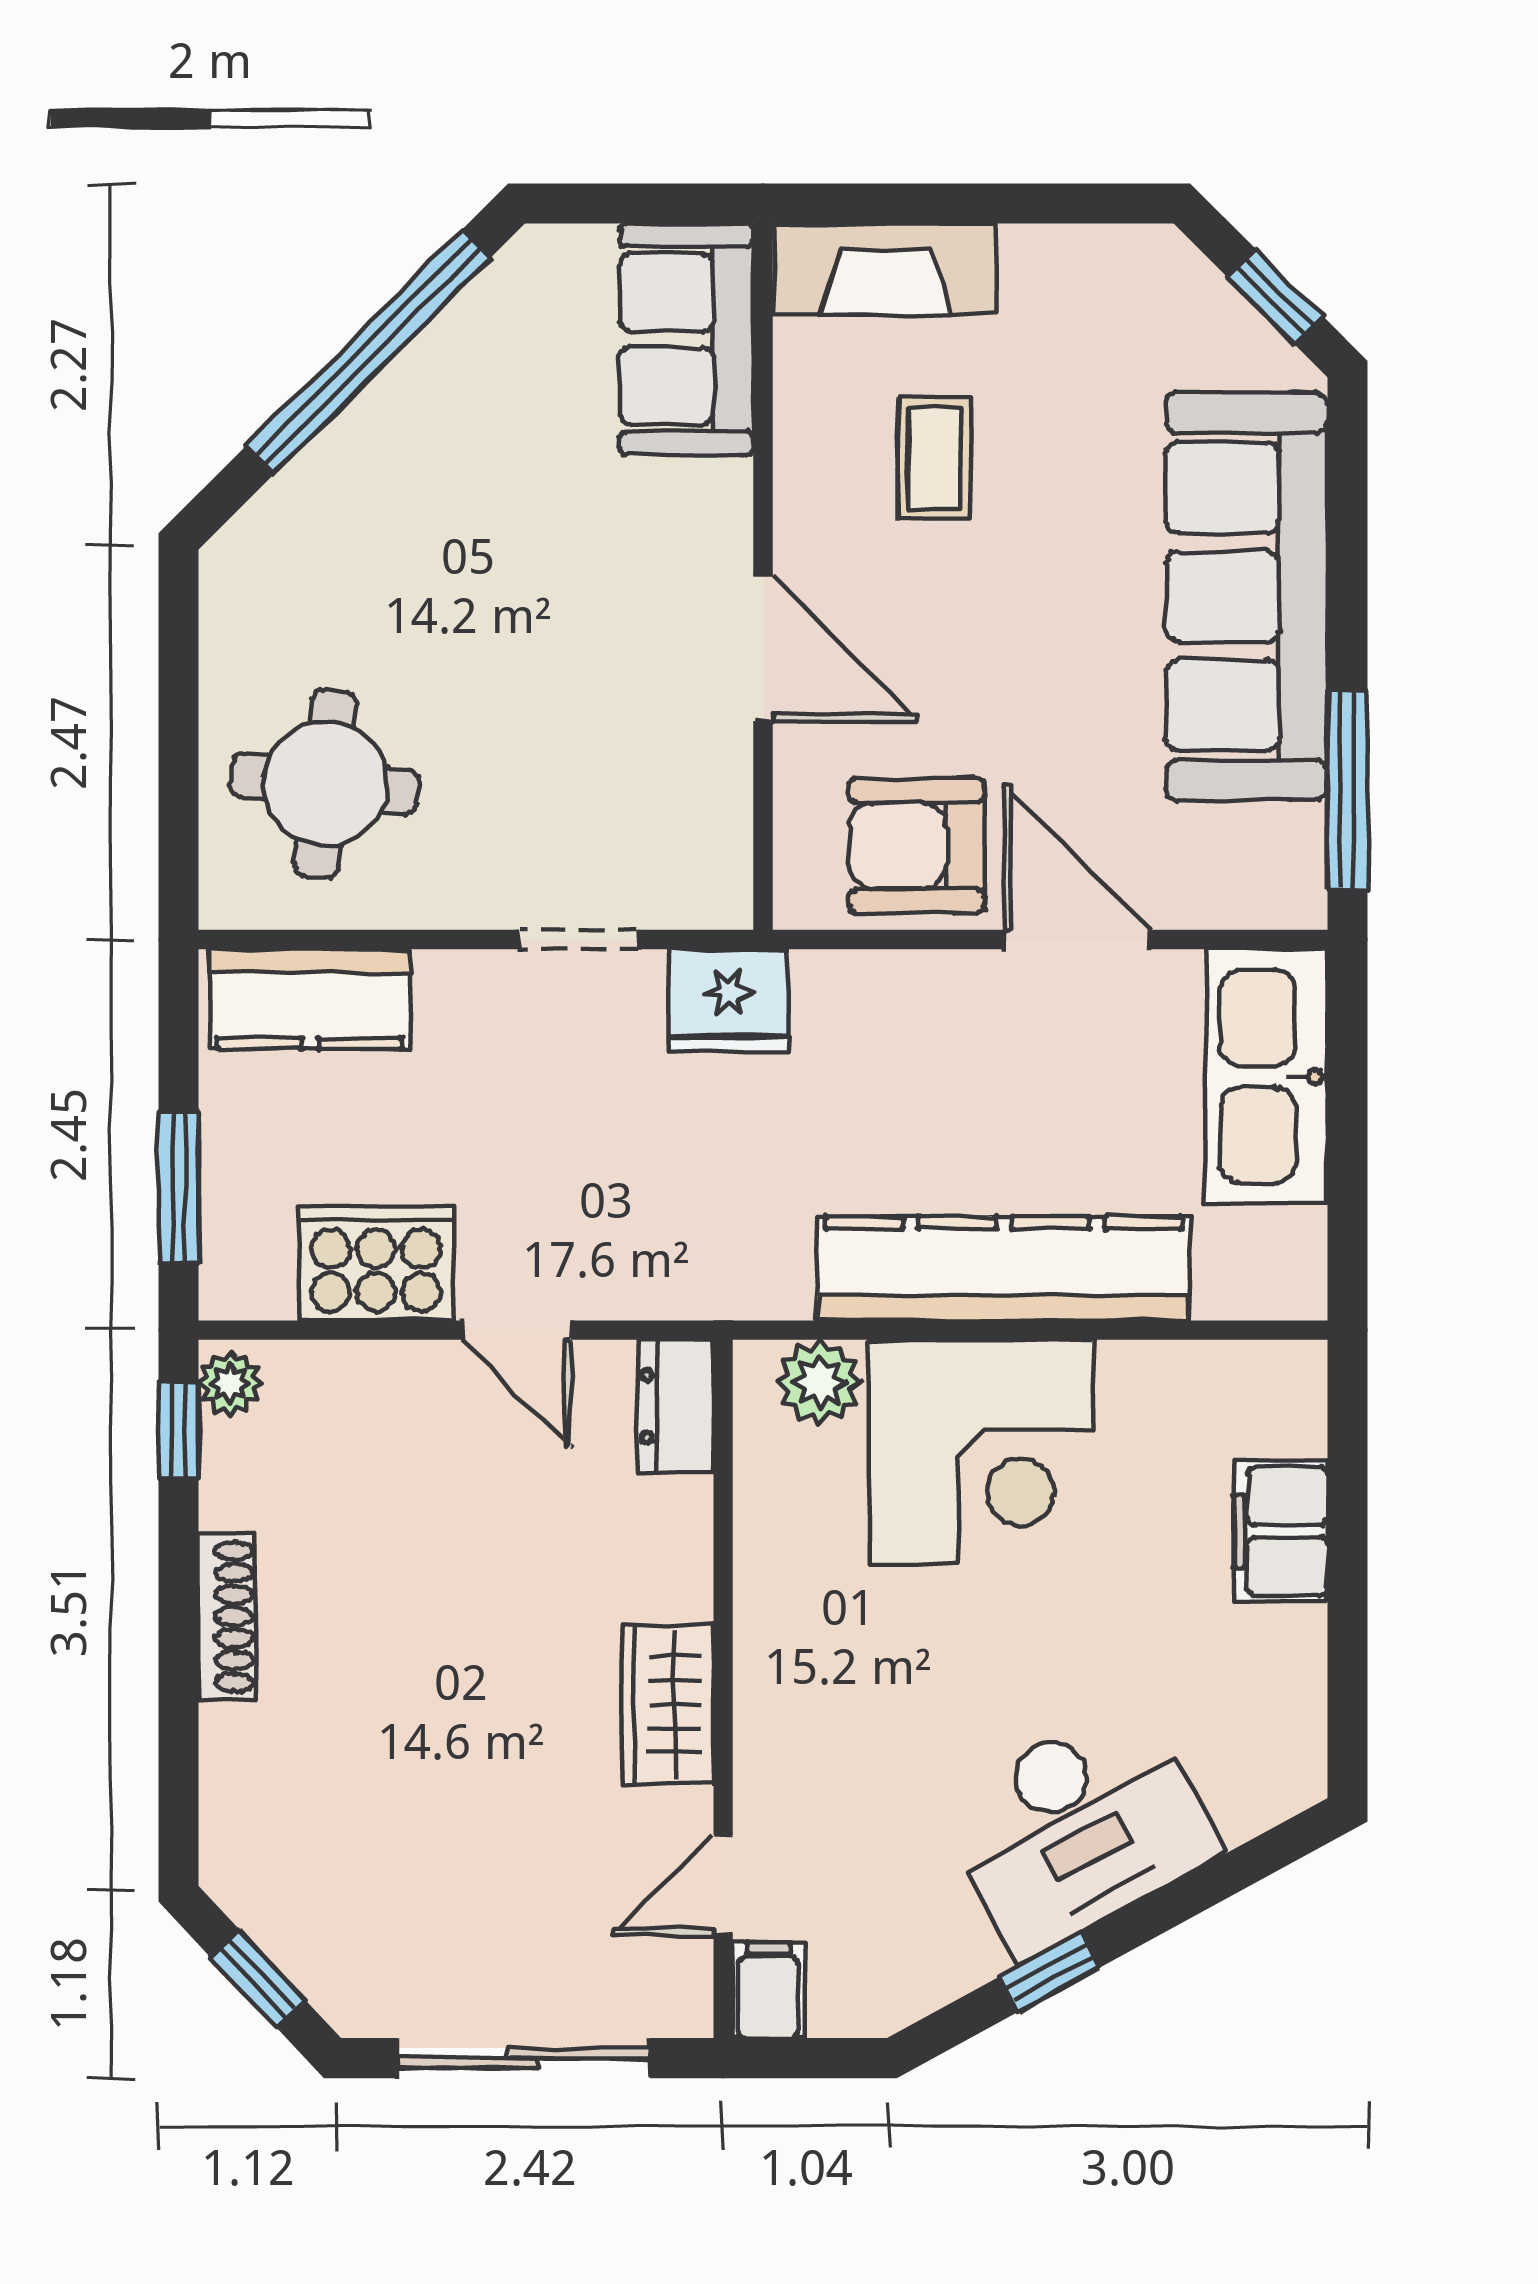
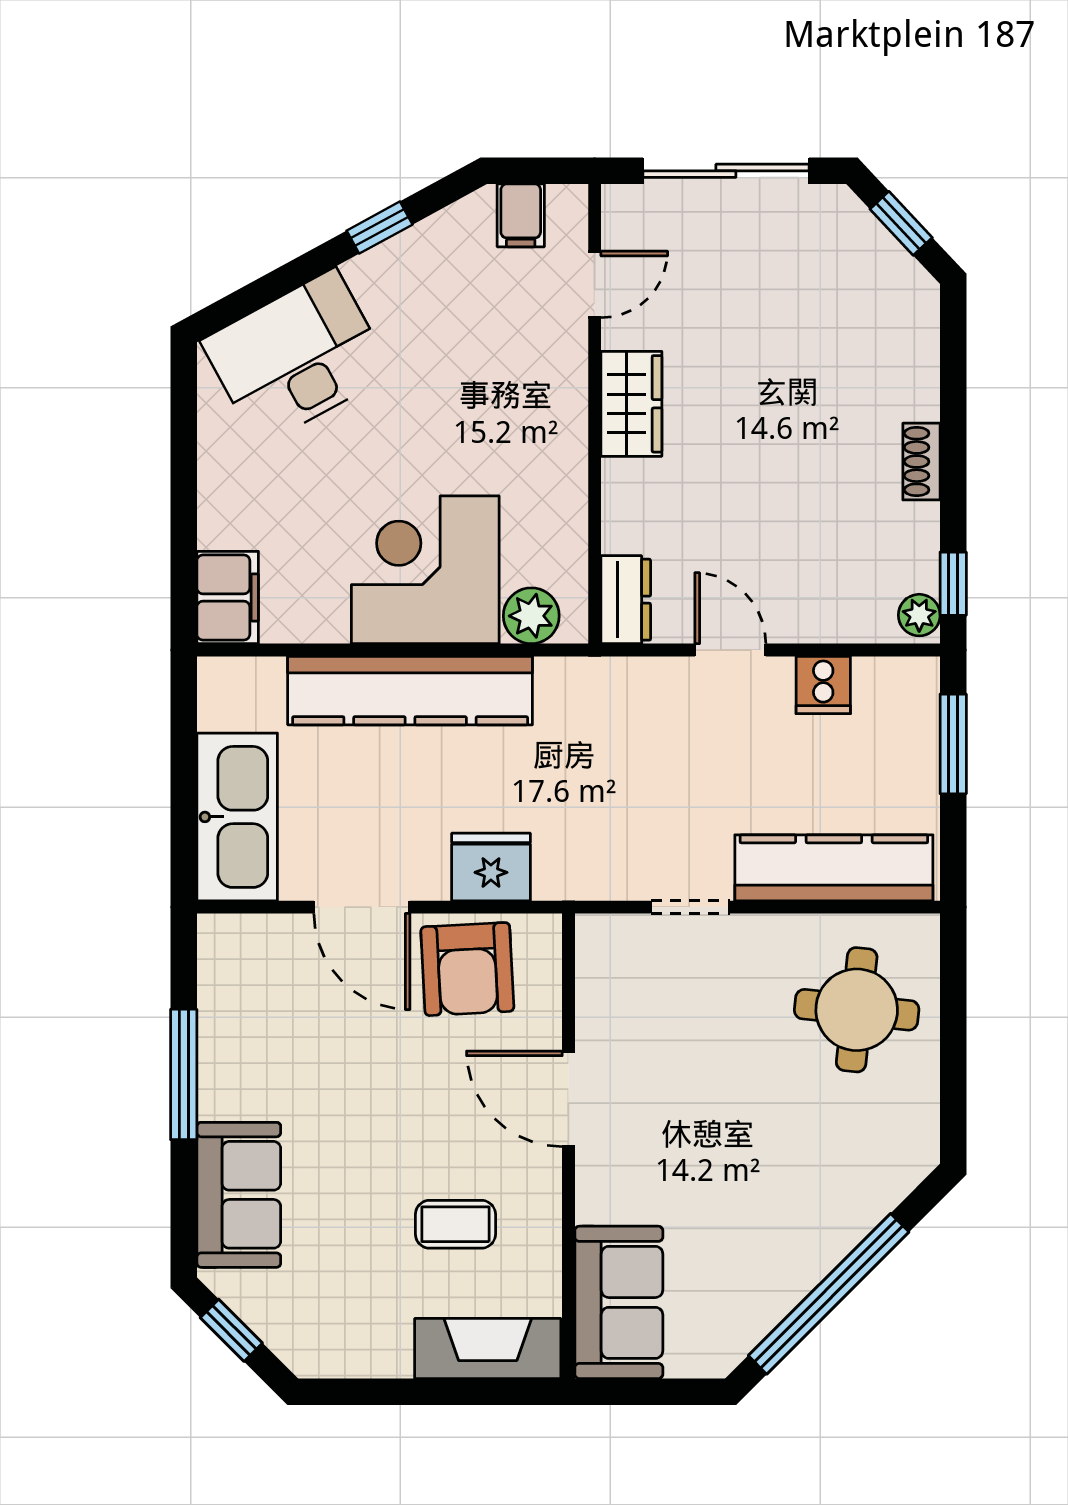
coffee table: (935, 458) -> (455, 1224), turned 90
sofa: (1247, 596) -> (239, 1195), width x0.54, depth x0.79
window: (1347, 789) -> (184, 1074), moved
armchair: (917, 846) -> (467, 969), turned 87
kitchen counter: (310, 999) -> (834, 868), width x1.50
fridge: (729, 1000) -> (491, 867), moved
cooker: (376, 1264) -> (823, 685), width x0.53, depth x0.76
filing cabinet: (1281, 1531) -> (228, 598), moved
shoe rack: (227, 1616) -> (921, 462), width x0.70
desk: (1078, 1828) -> (297, 357), moved
filing cabinet: (769, 1990) -> (521, 215), moved

